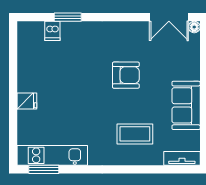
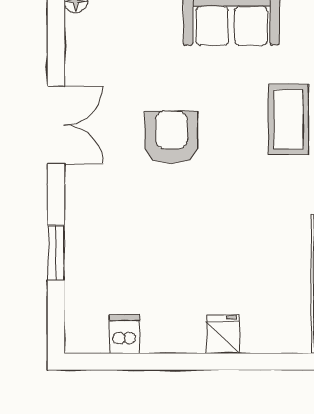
double door: (169, 17) -> (56, 125), moved
dishwasher: (52, 31) -> (124, 334), moved, turned -90

